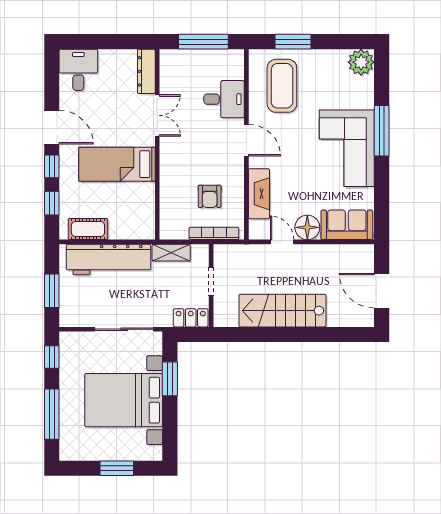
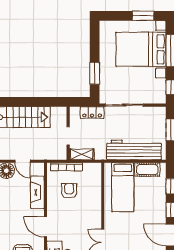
bed: (117, 164) -> (123, 187), moved, turned 90
shelving: (171, 253) -> (82, 154), moved
locker: (191, 318) -> (92, 112), moved
bed with nightstands: (124, 400) -> (141, 49), moved, turned 180
window: (117, 468) -> (143, 16), moved

